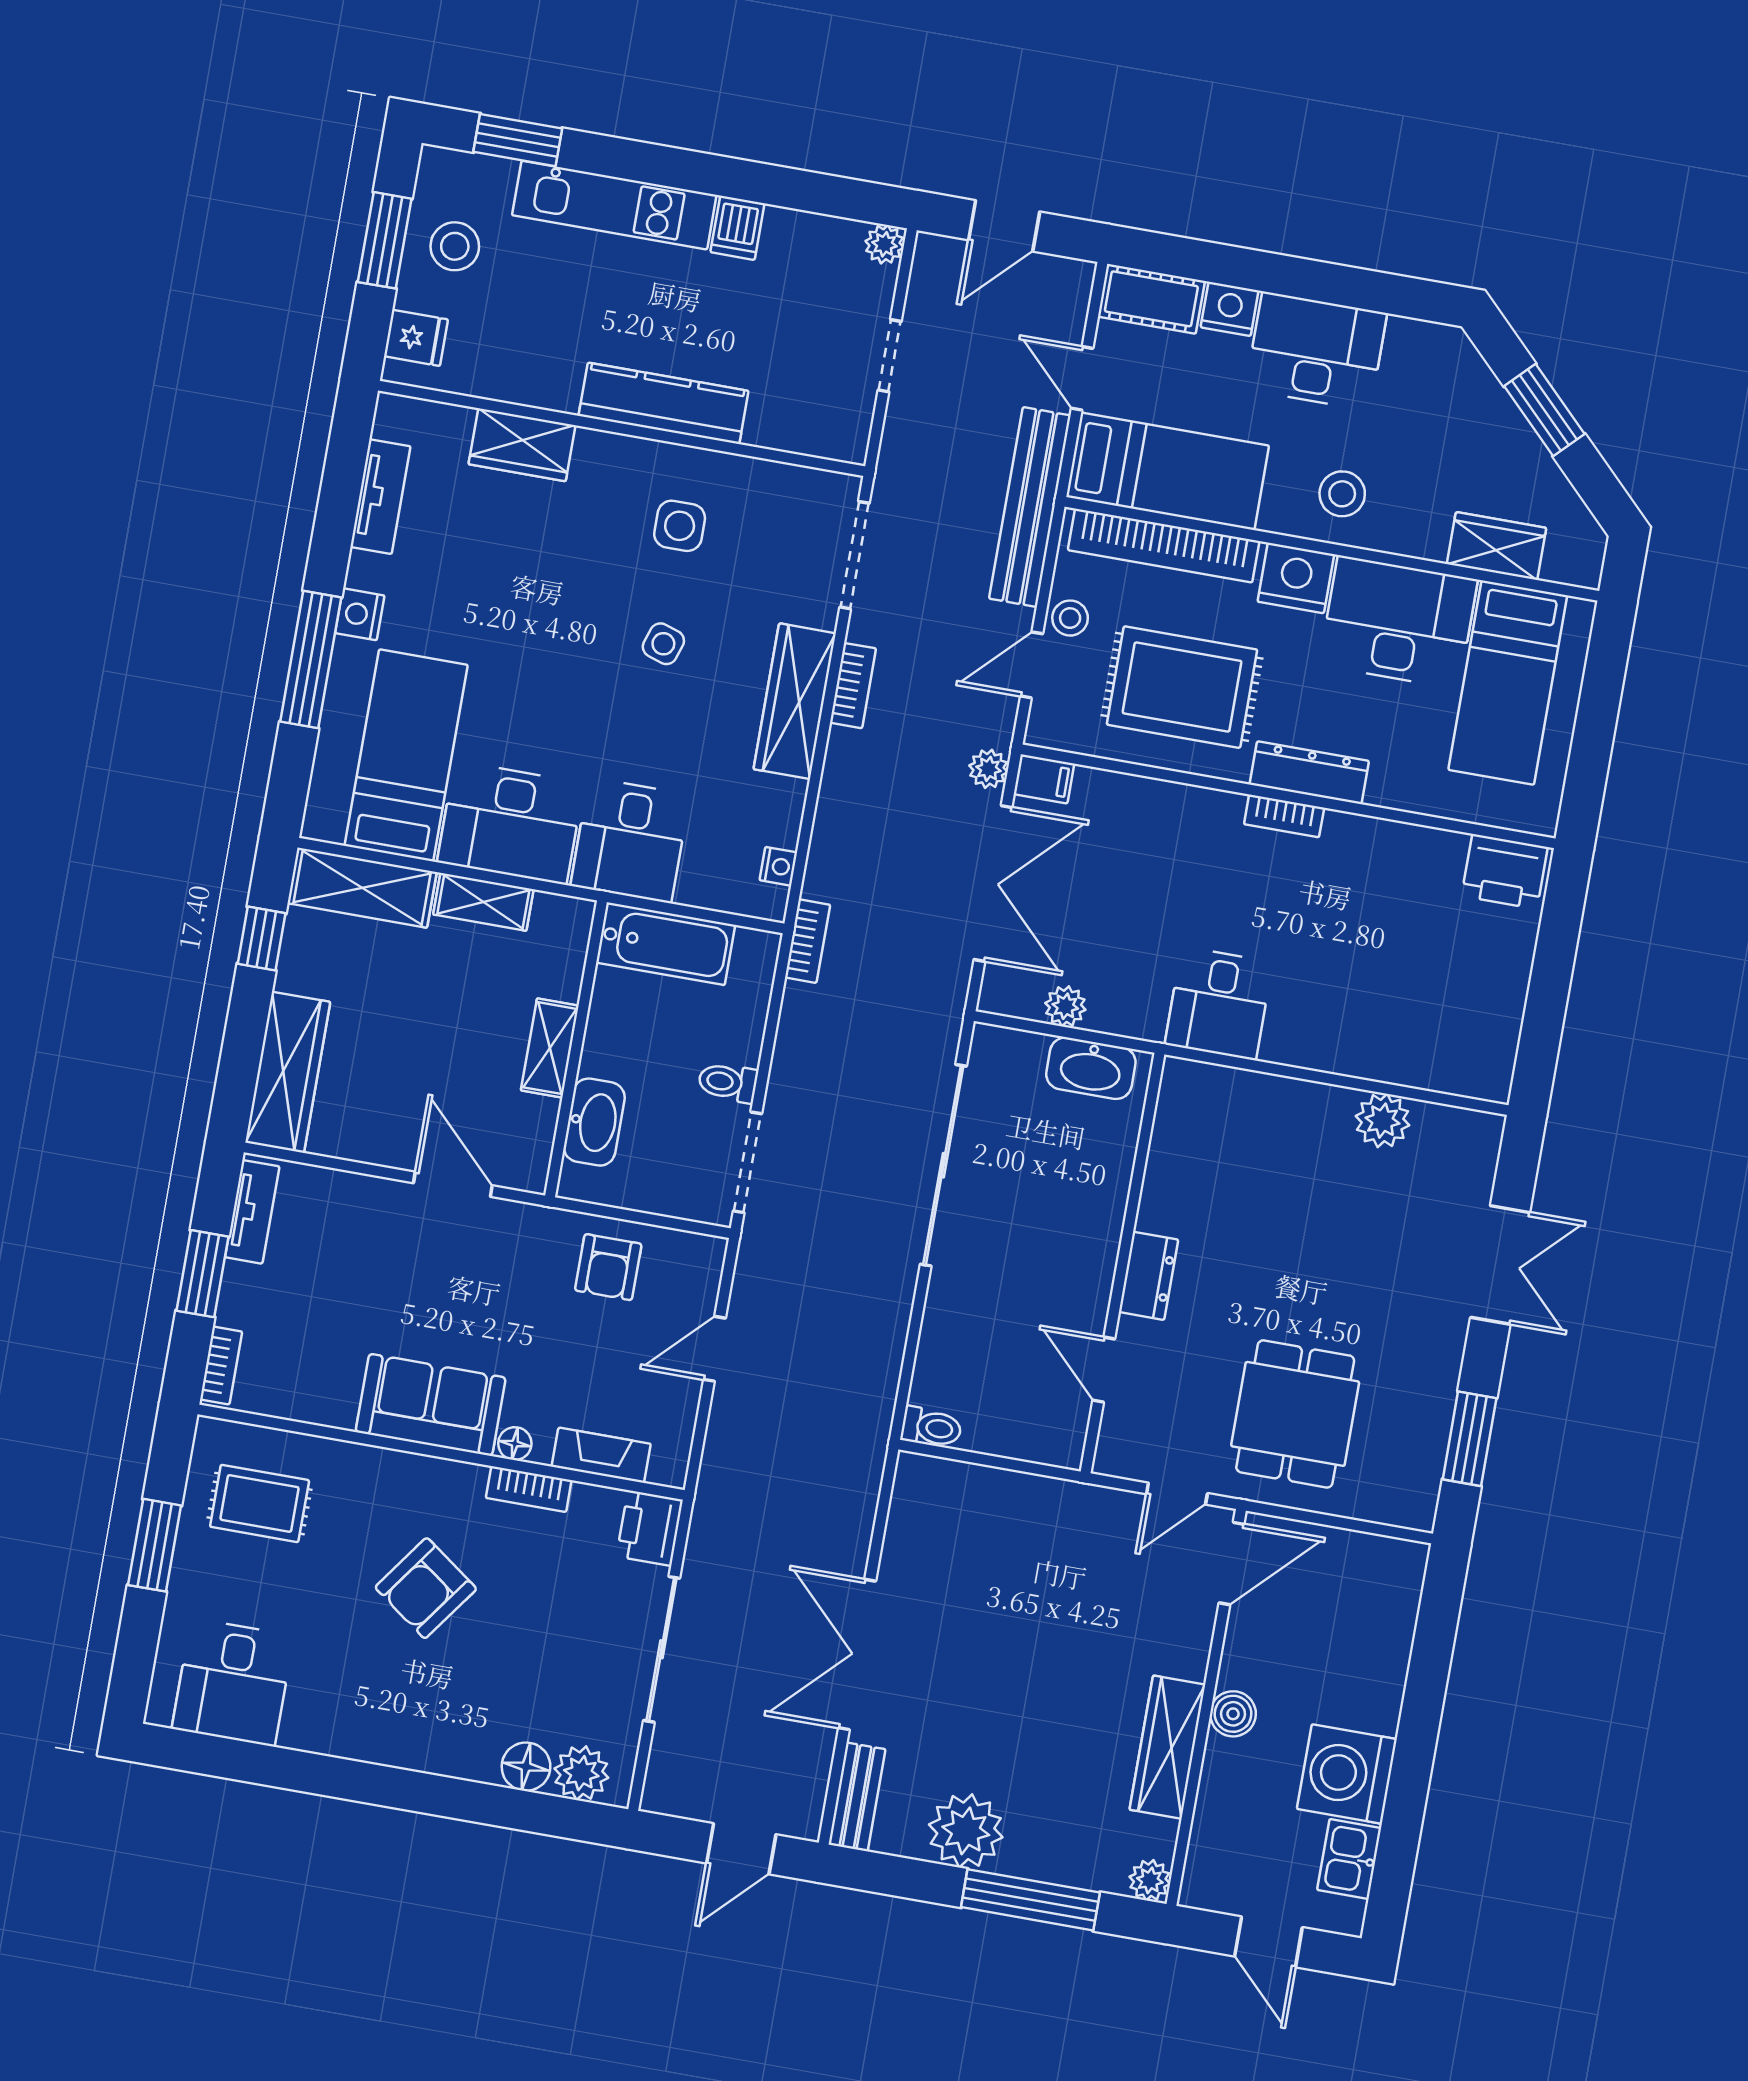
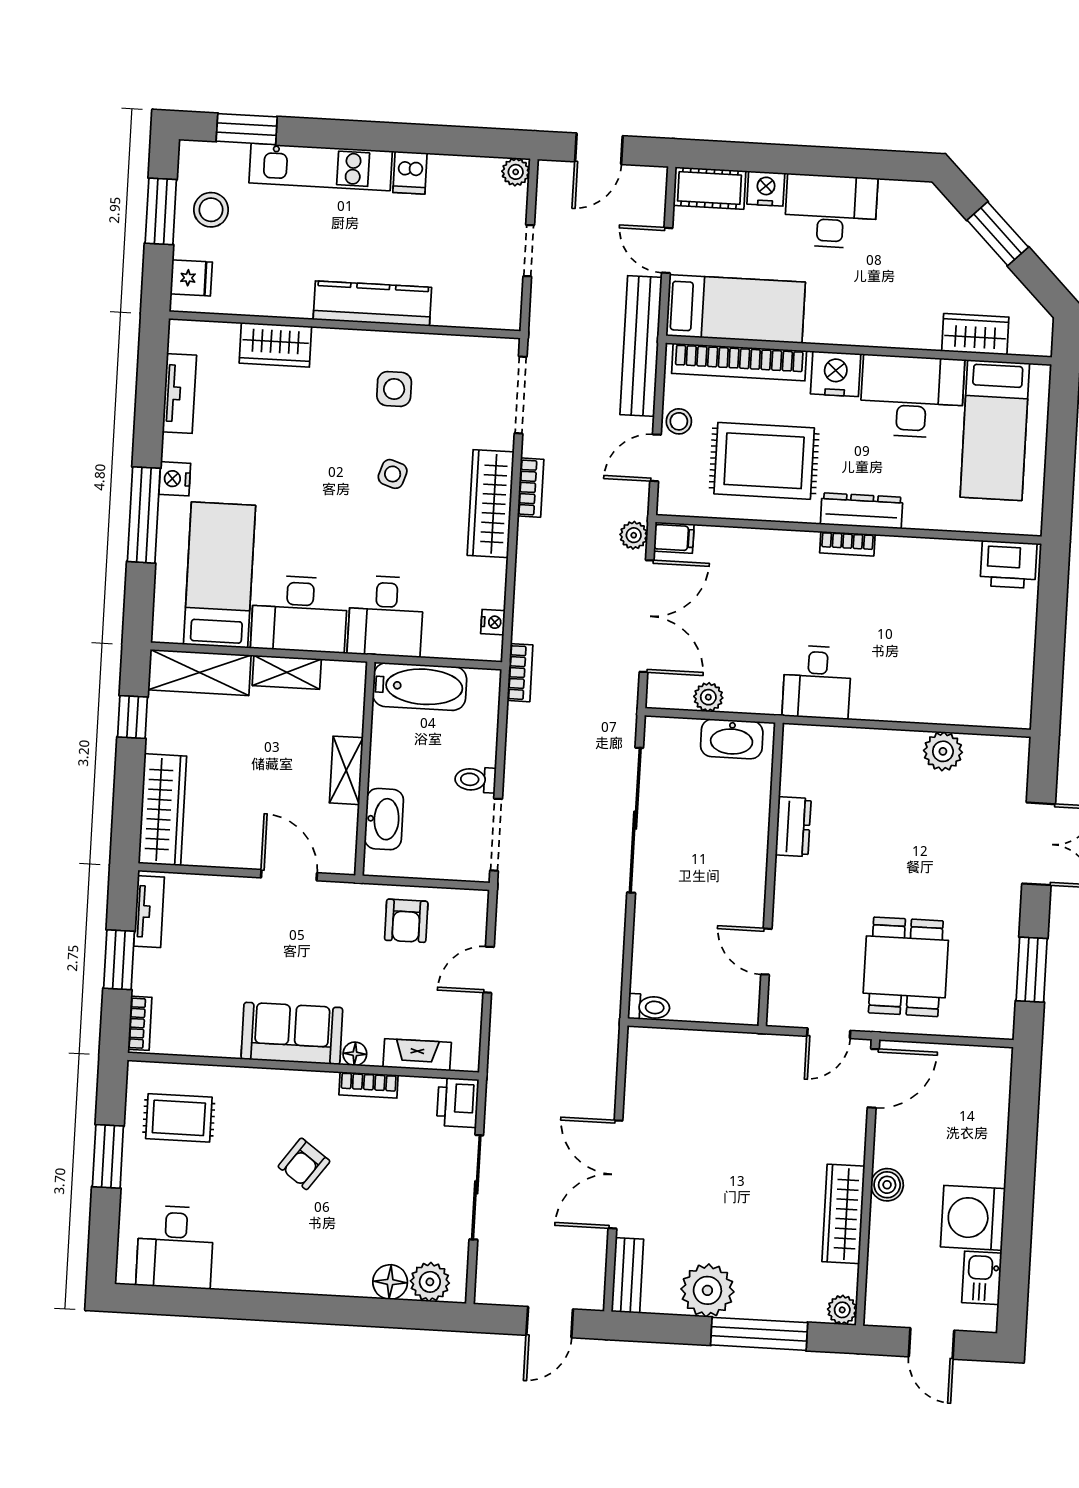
stool: (1342, 494) -> (861, 310), removed
dresser: (1148, 1276) -> (793, 827), moved
armchair: (426, 1588) -> (304, 1164), width x0.72, depth x0.72

